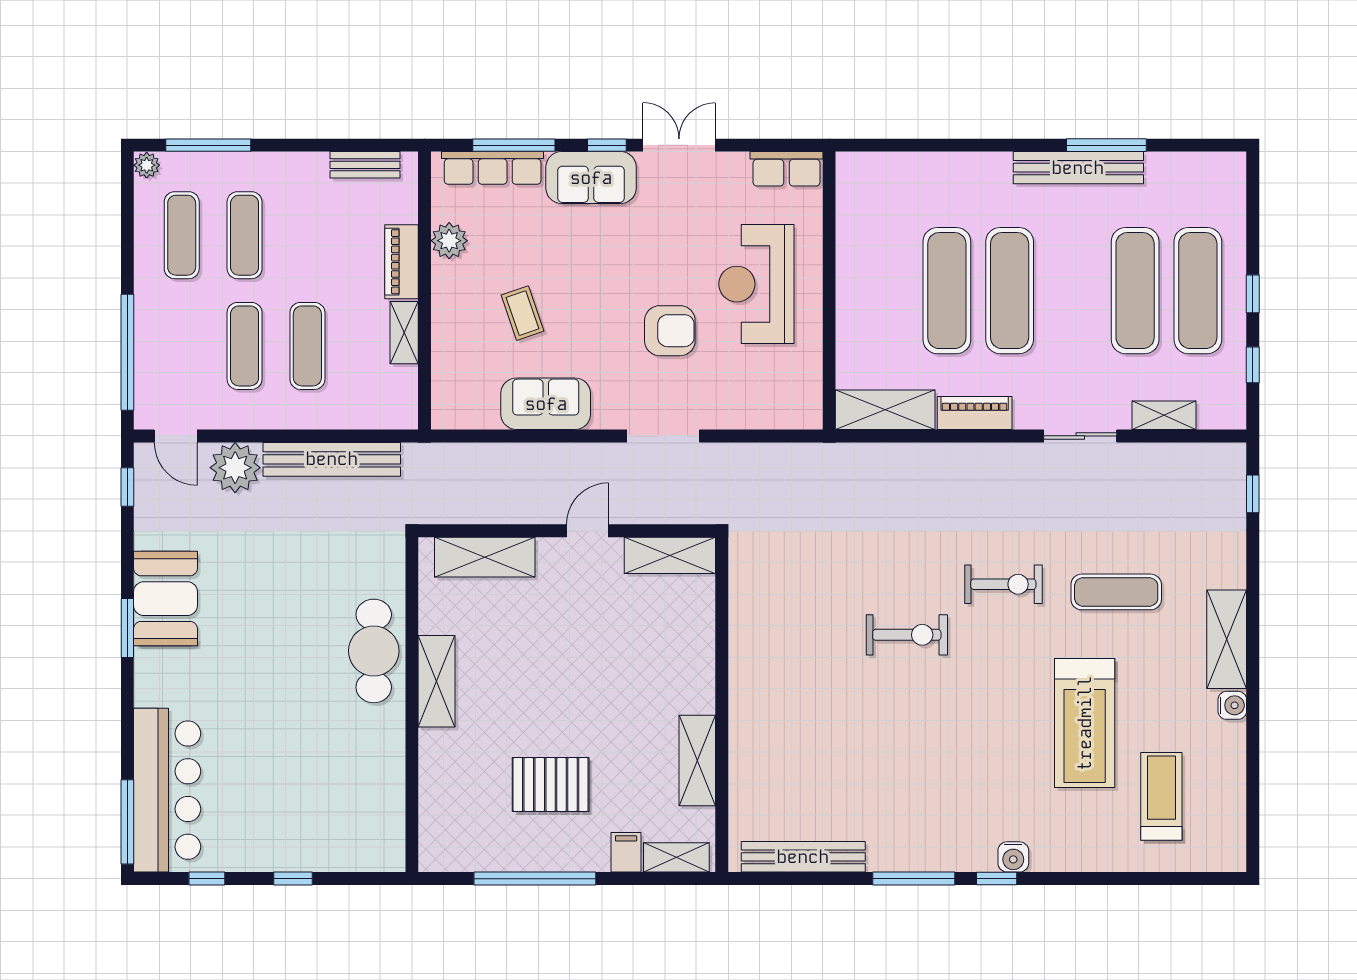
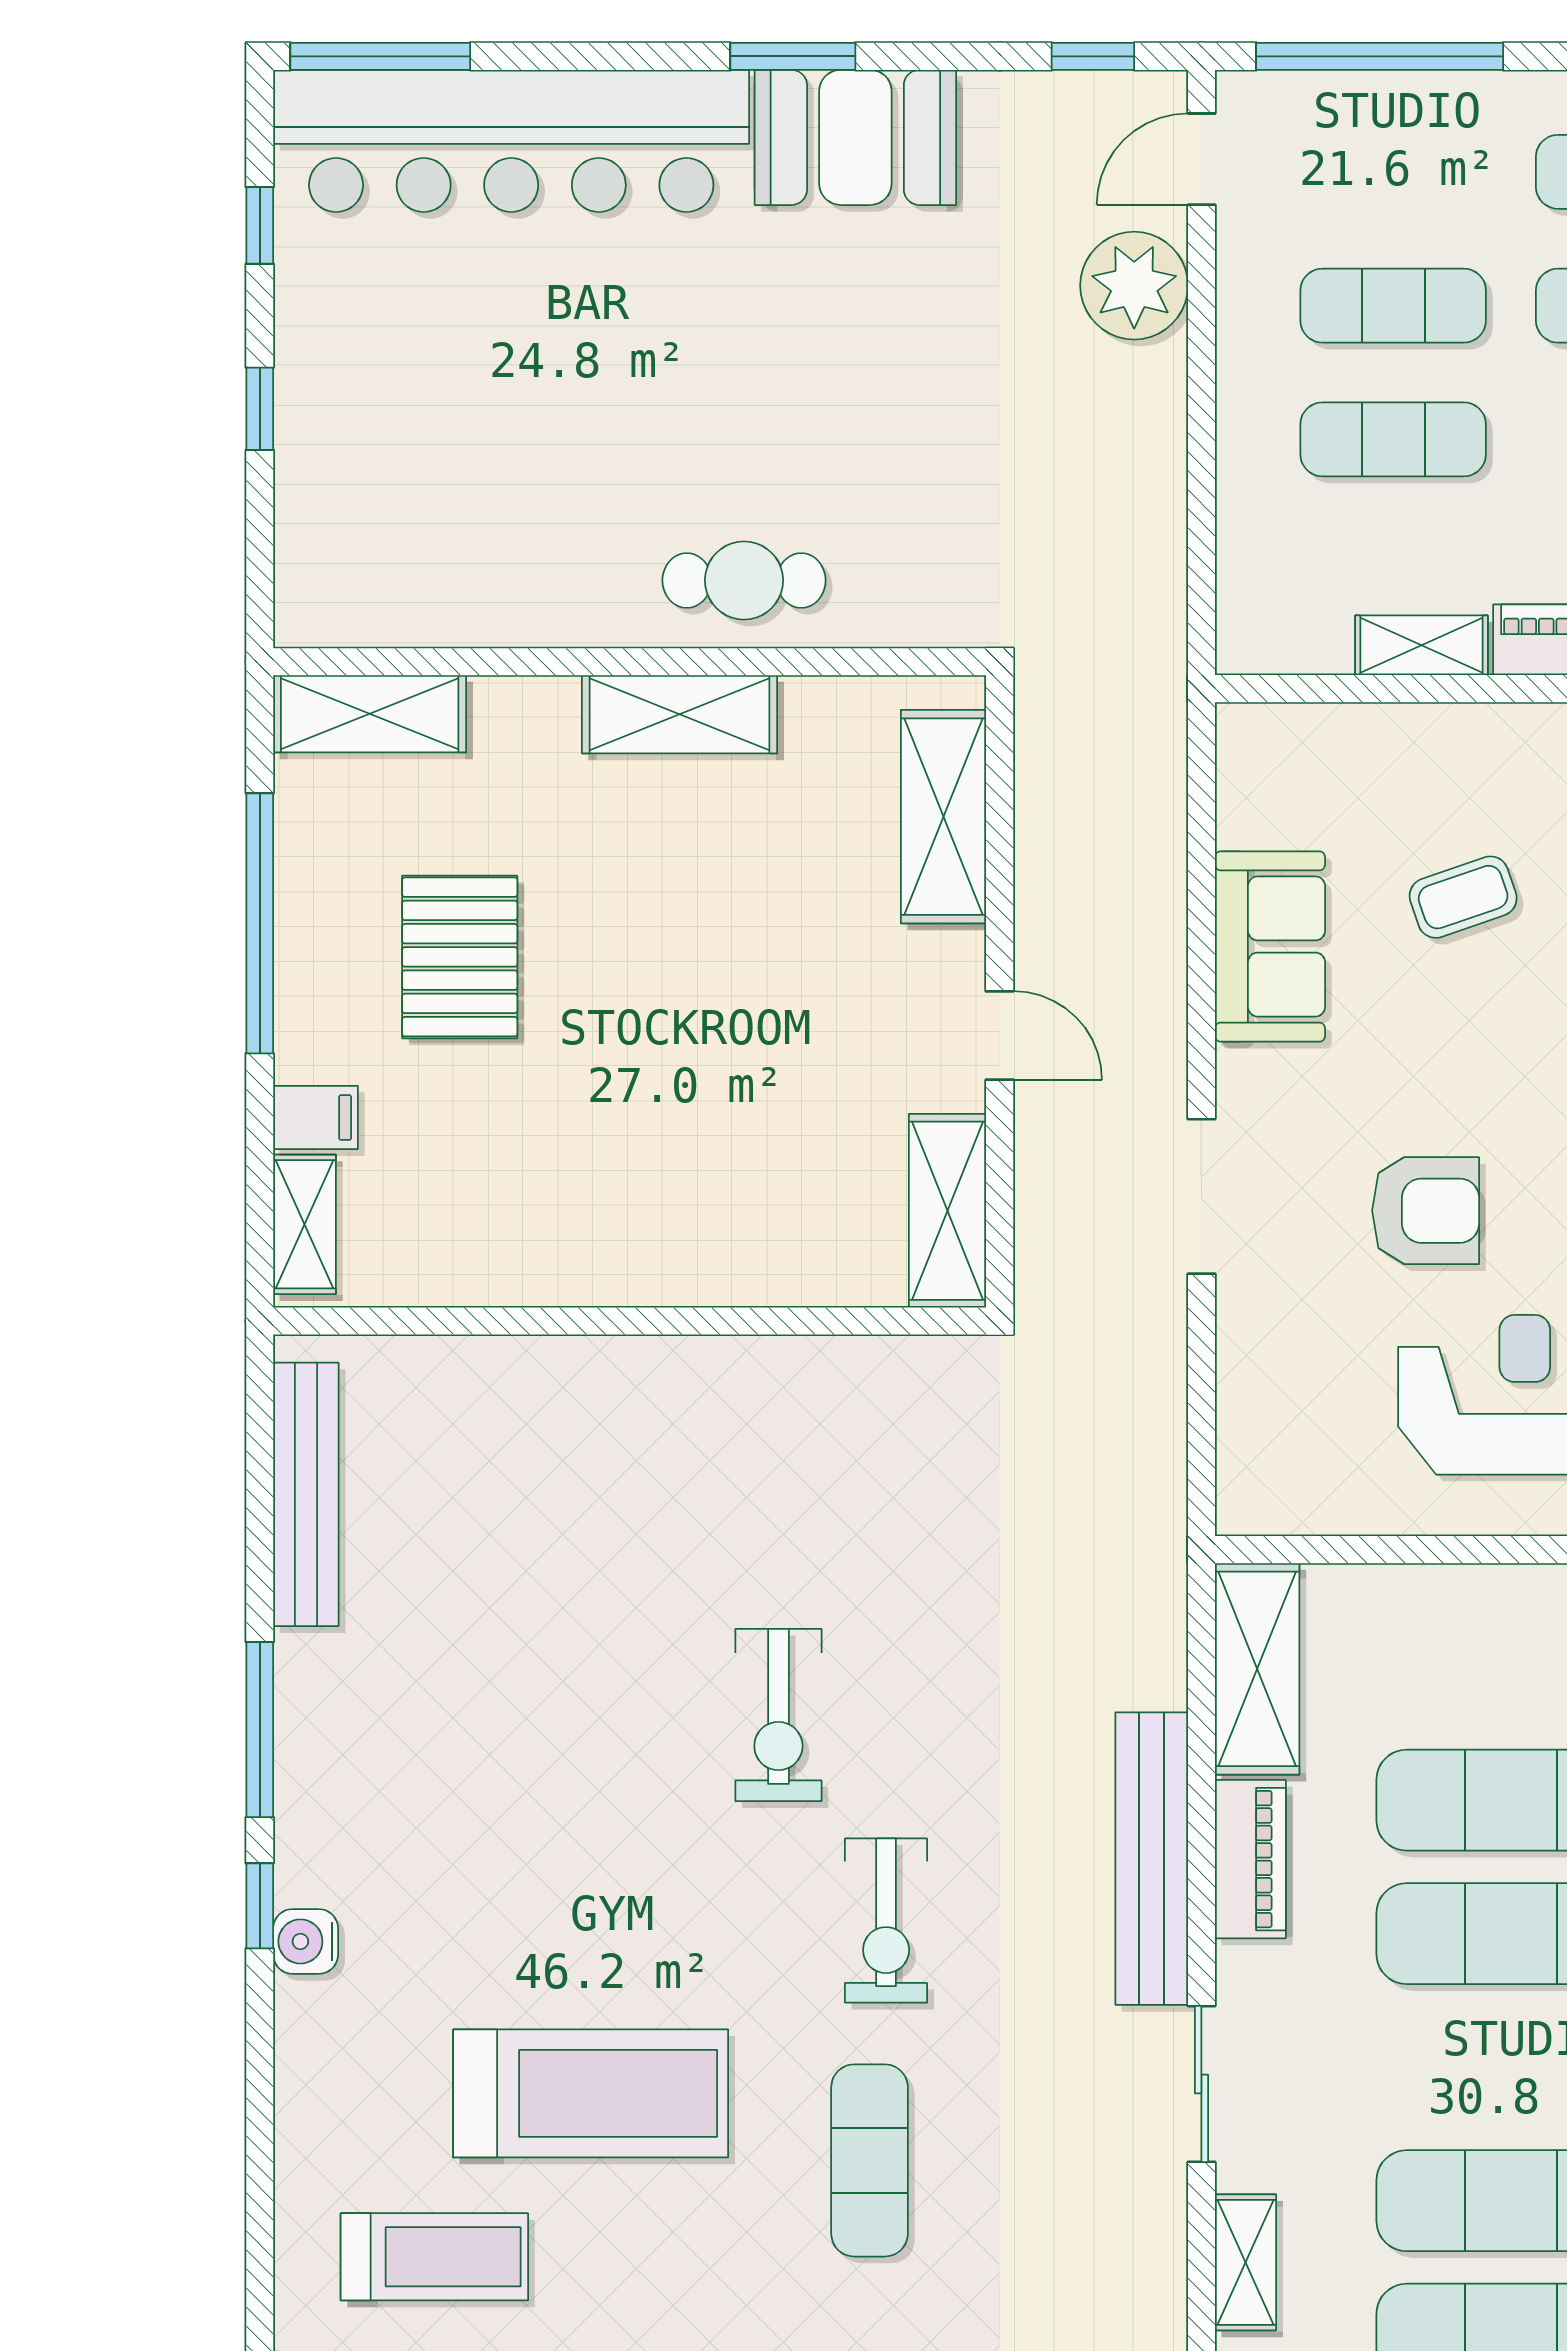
armchair: (670, 331) -> (1426, 1211), turned -90
bench: (332, 459) -> (1152, 1859), moved
cafe table: (374, 651) -> (744, 580), width x0.73, depth x0.74
treadmill: (1085, 723) -> (591, 2093), turned 180
shelving: (697, 761) -> (370, 714), moved
bar counter: (167, 790) -> (511, 141), width x1.36

